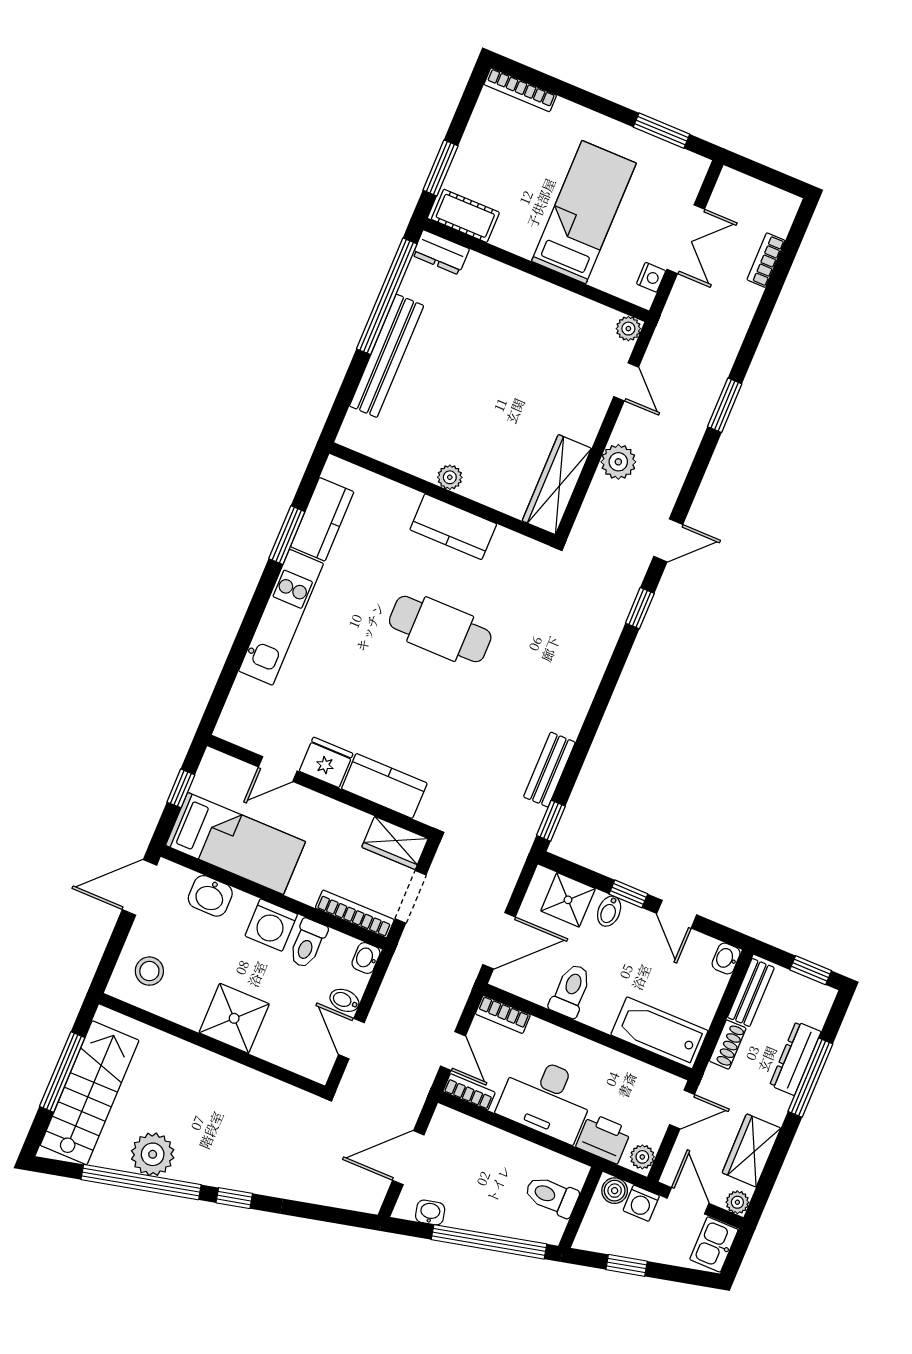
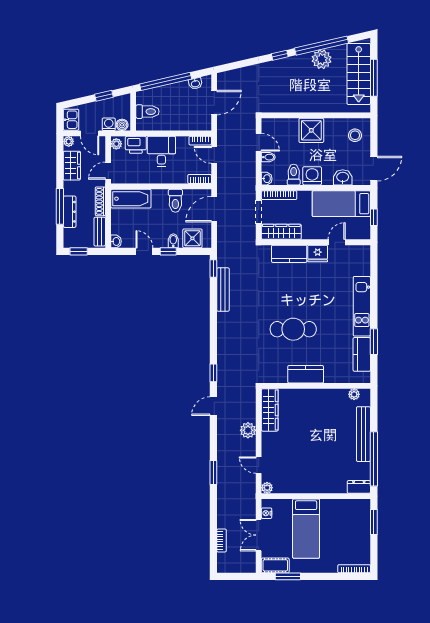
cot: (465, 216) -> (275, 565), moved
plant: (450, 477) -> (354, 394), moved
bench: (549, 770) -> (223, 290), width x1.36
wardrobe: (395, 843) -> (281, 232), width x1.50
shoe rack: (728, 1045) -> (100, 201), width x1.43
desk: (546, 1099) -> (161, 151), width x0.73

